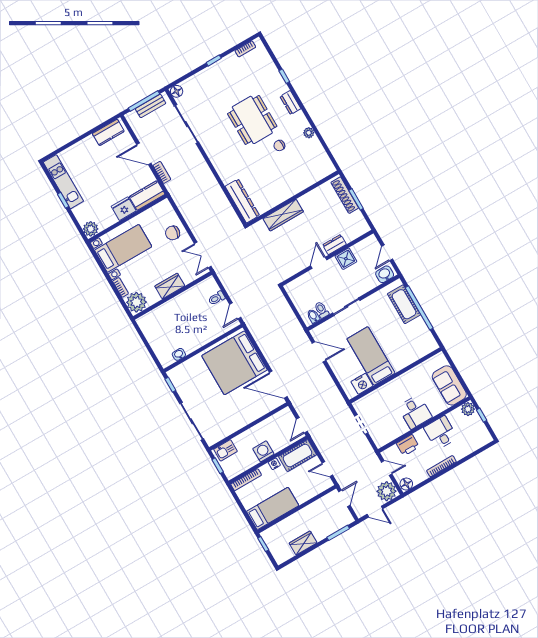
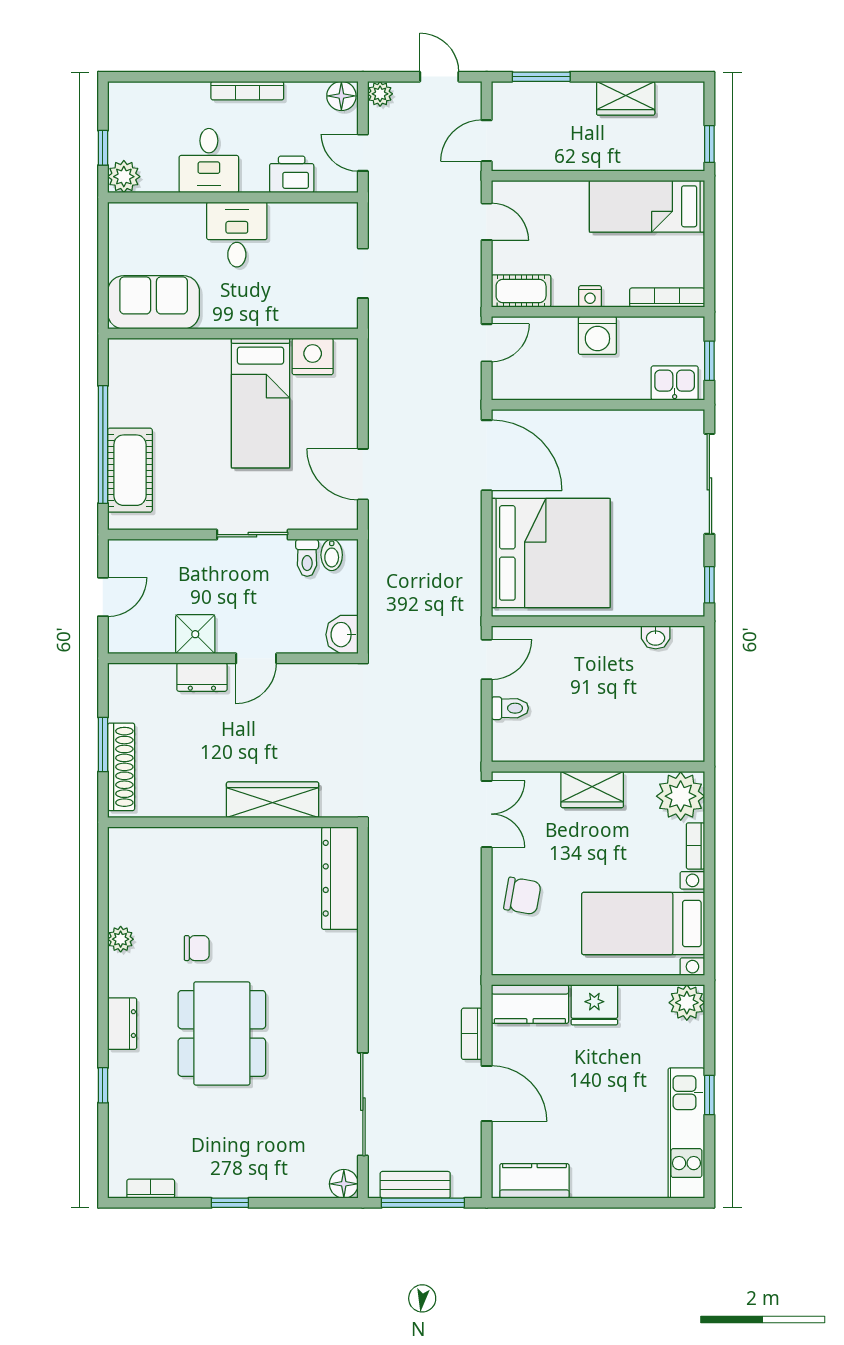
washbasin: (385, 274) -> (342, 635), moved, turned 90
sofa: (449, 385) -> (154, 302), moved, turned -90
cot: (298, 456) -> (521, 291), width x0.73, depth x0.75
plant: (387, 491) -> (380, 94), width x0.53, depth x0.53

